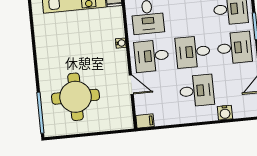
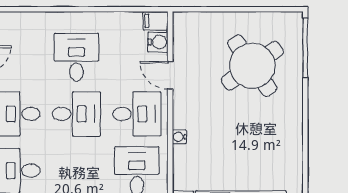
desk: (197, 91) -> (76, 57), turned 90
round table: (76, 97) -> (252, 66), turned -35
water cooler: (225, 113) -> (158, 42), moved, turned 90

